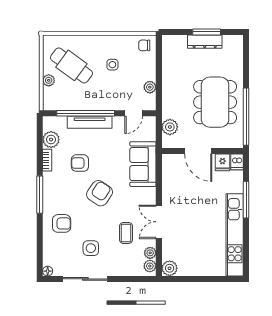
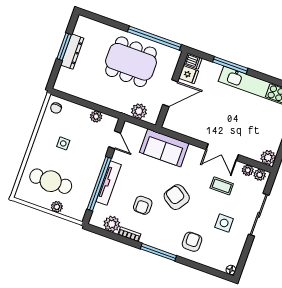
cafe table: (71, 65) -> (51, 181), turned 54
sliding door: (85, 279) -> (259, 215), moved

